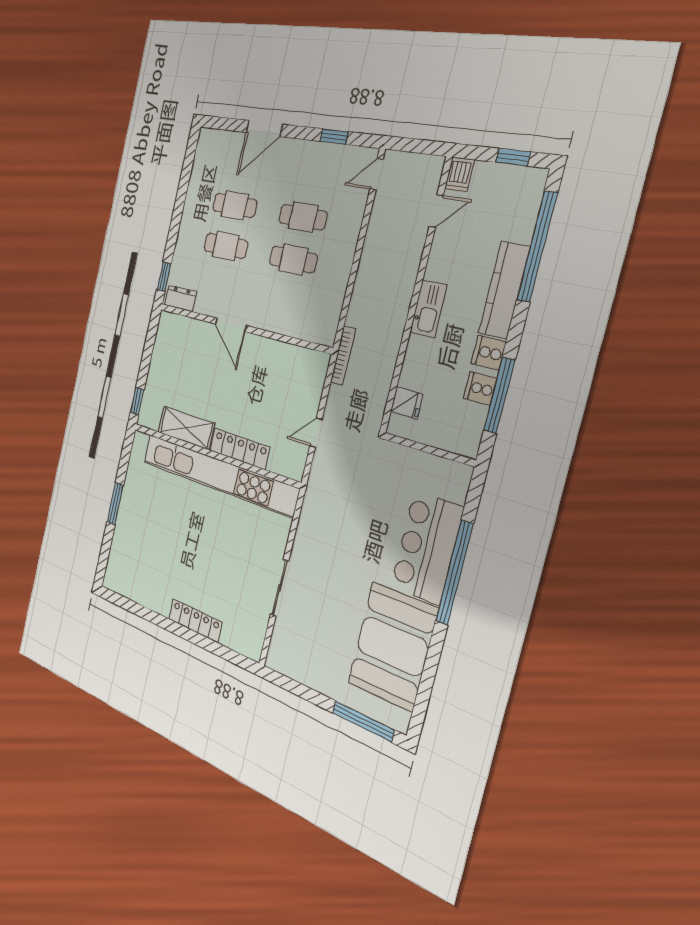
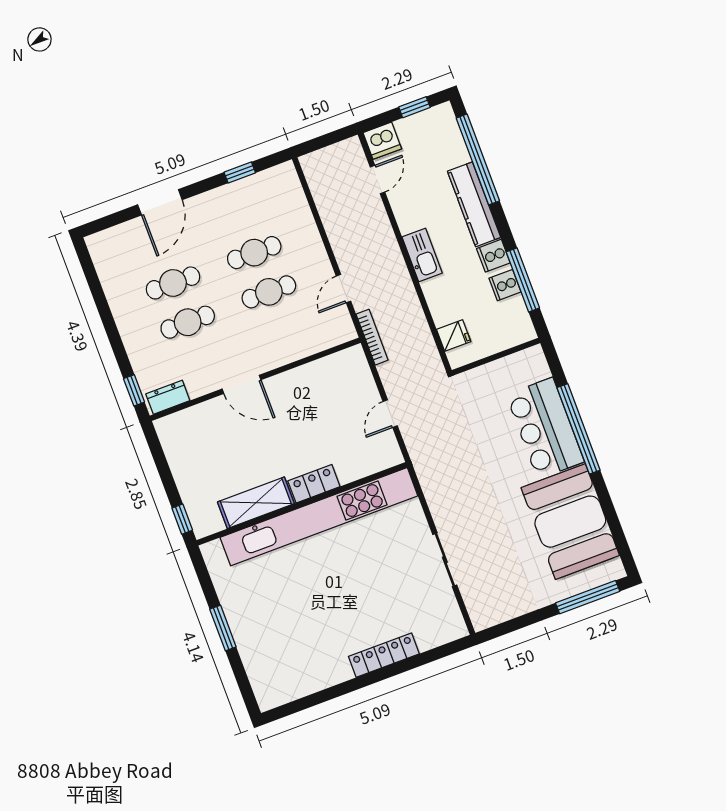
door: (377, 174) -> (343, 289), moved
dishwasher: (459, 174) -> (382, 141), width x1.38
locker: (240, 449) -> (314, 484), width x0.66

